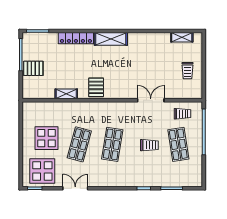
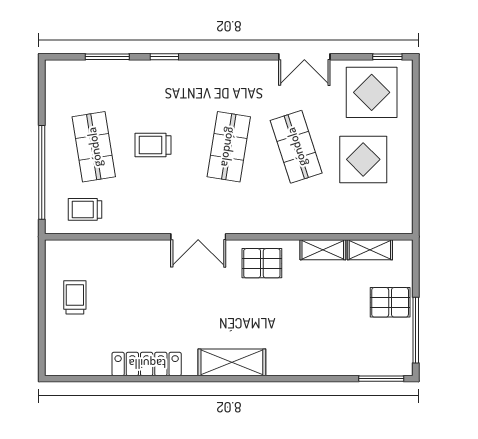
shelving: (182, 37) -> (370, 250), moved
locker: (76, 38) -> (147, 364), moved
pallet: (96, 87) -> (262, 263), turned 90
double door: (151, 100) -> (198, 237), moved
shop shelf: (79, 144) -> (296, 147), turned -33

